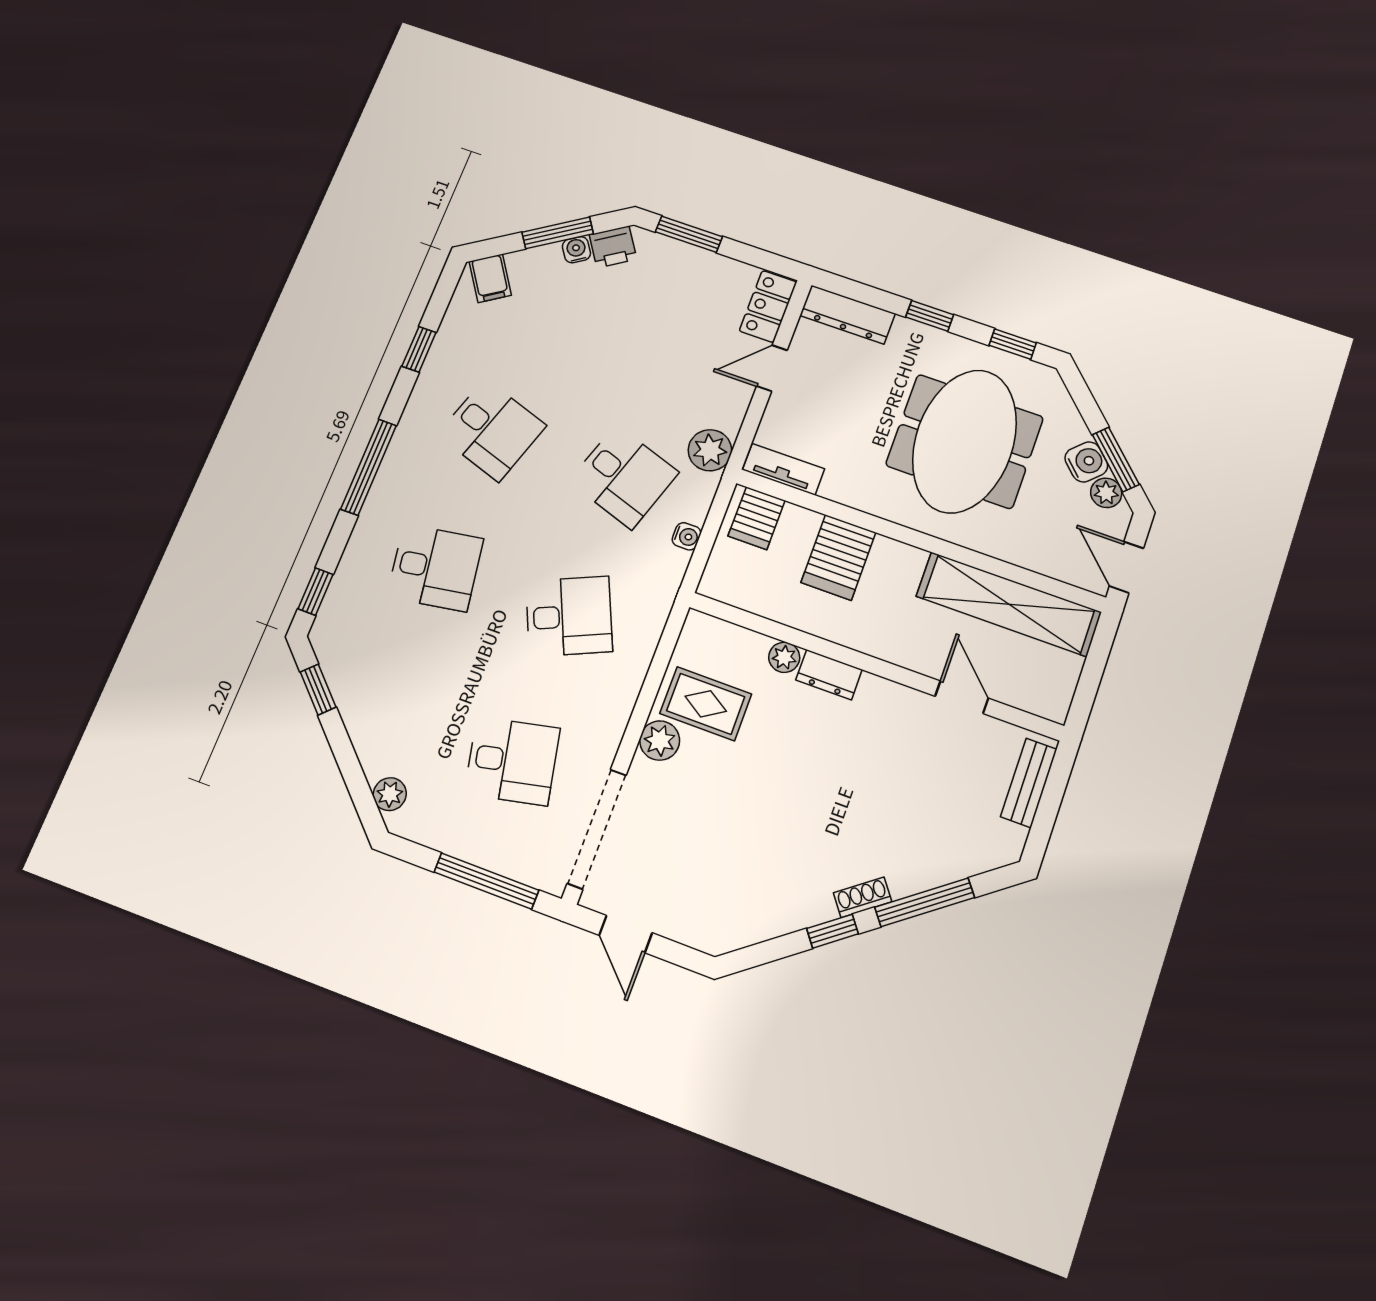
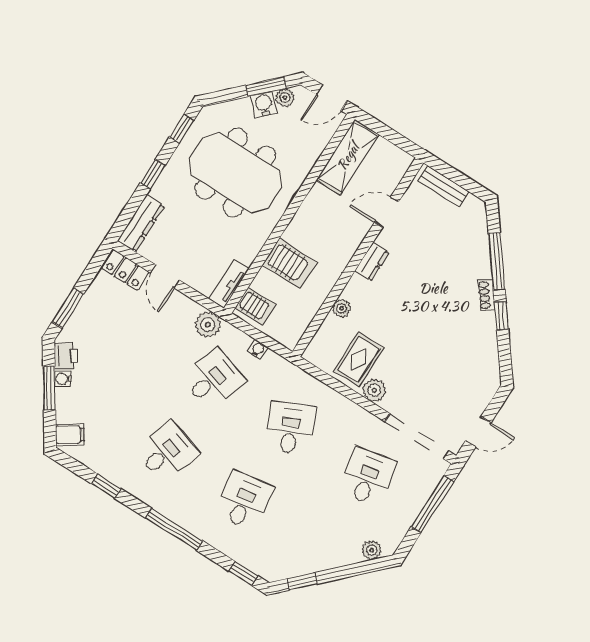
shelving: (1009, 604) -> (348, 157), width x0.68
dresser: (829, 675) -> (372, 262), moved

